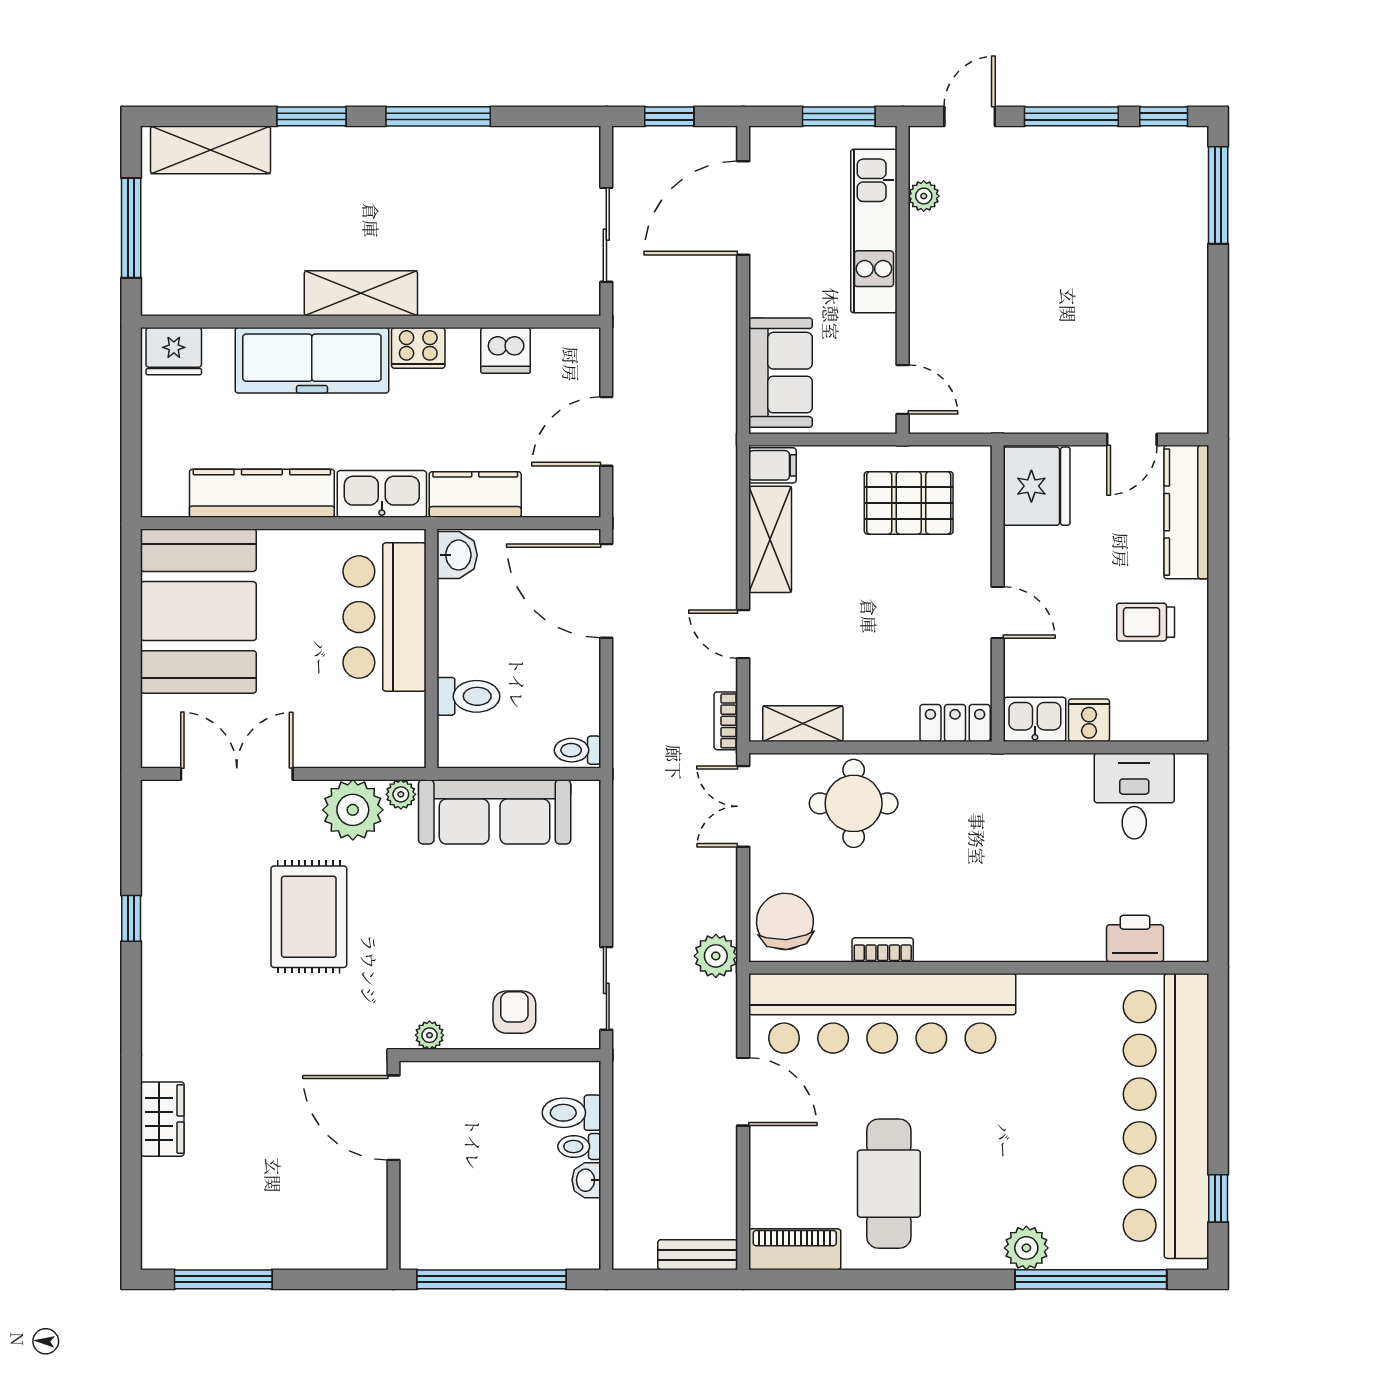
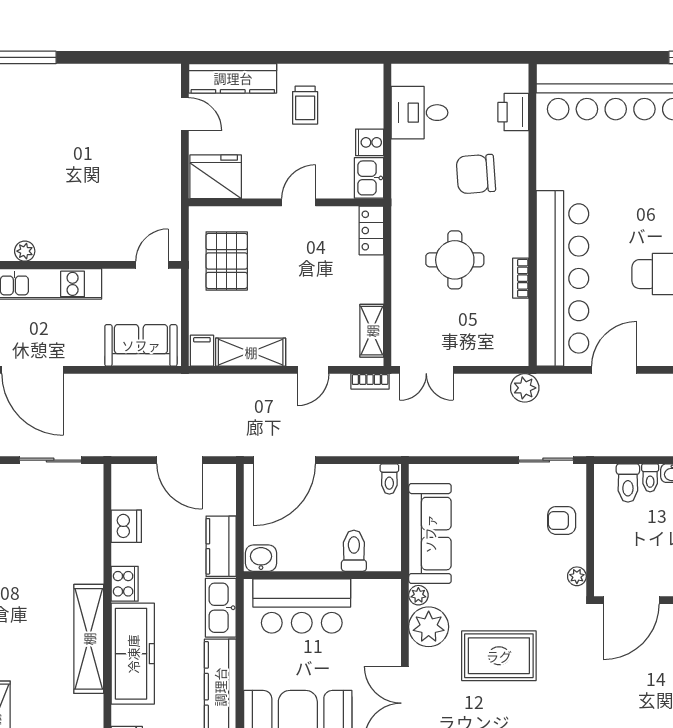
shelving: (361, 293) -> (89, 639), width x1.47
round table: (854, 803) -> (455, 260), moved
chair: (785, 921) -> (476, 174), moved

